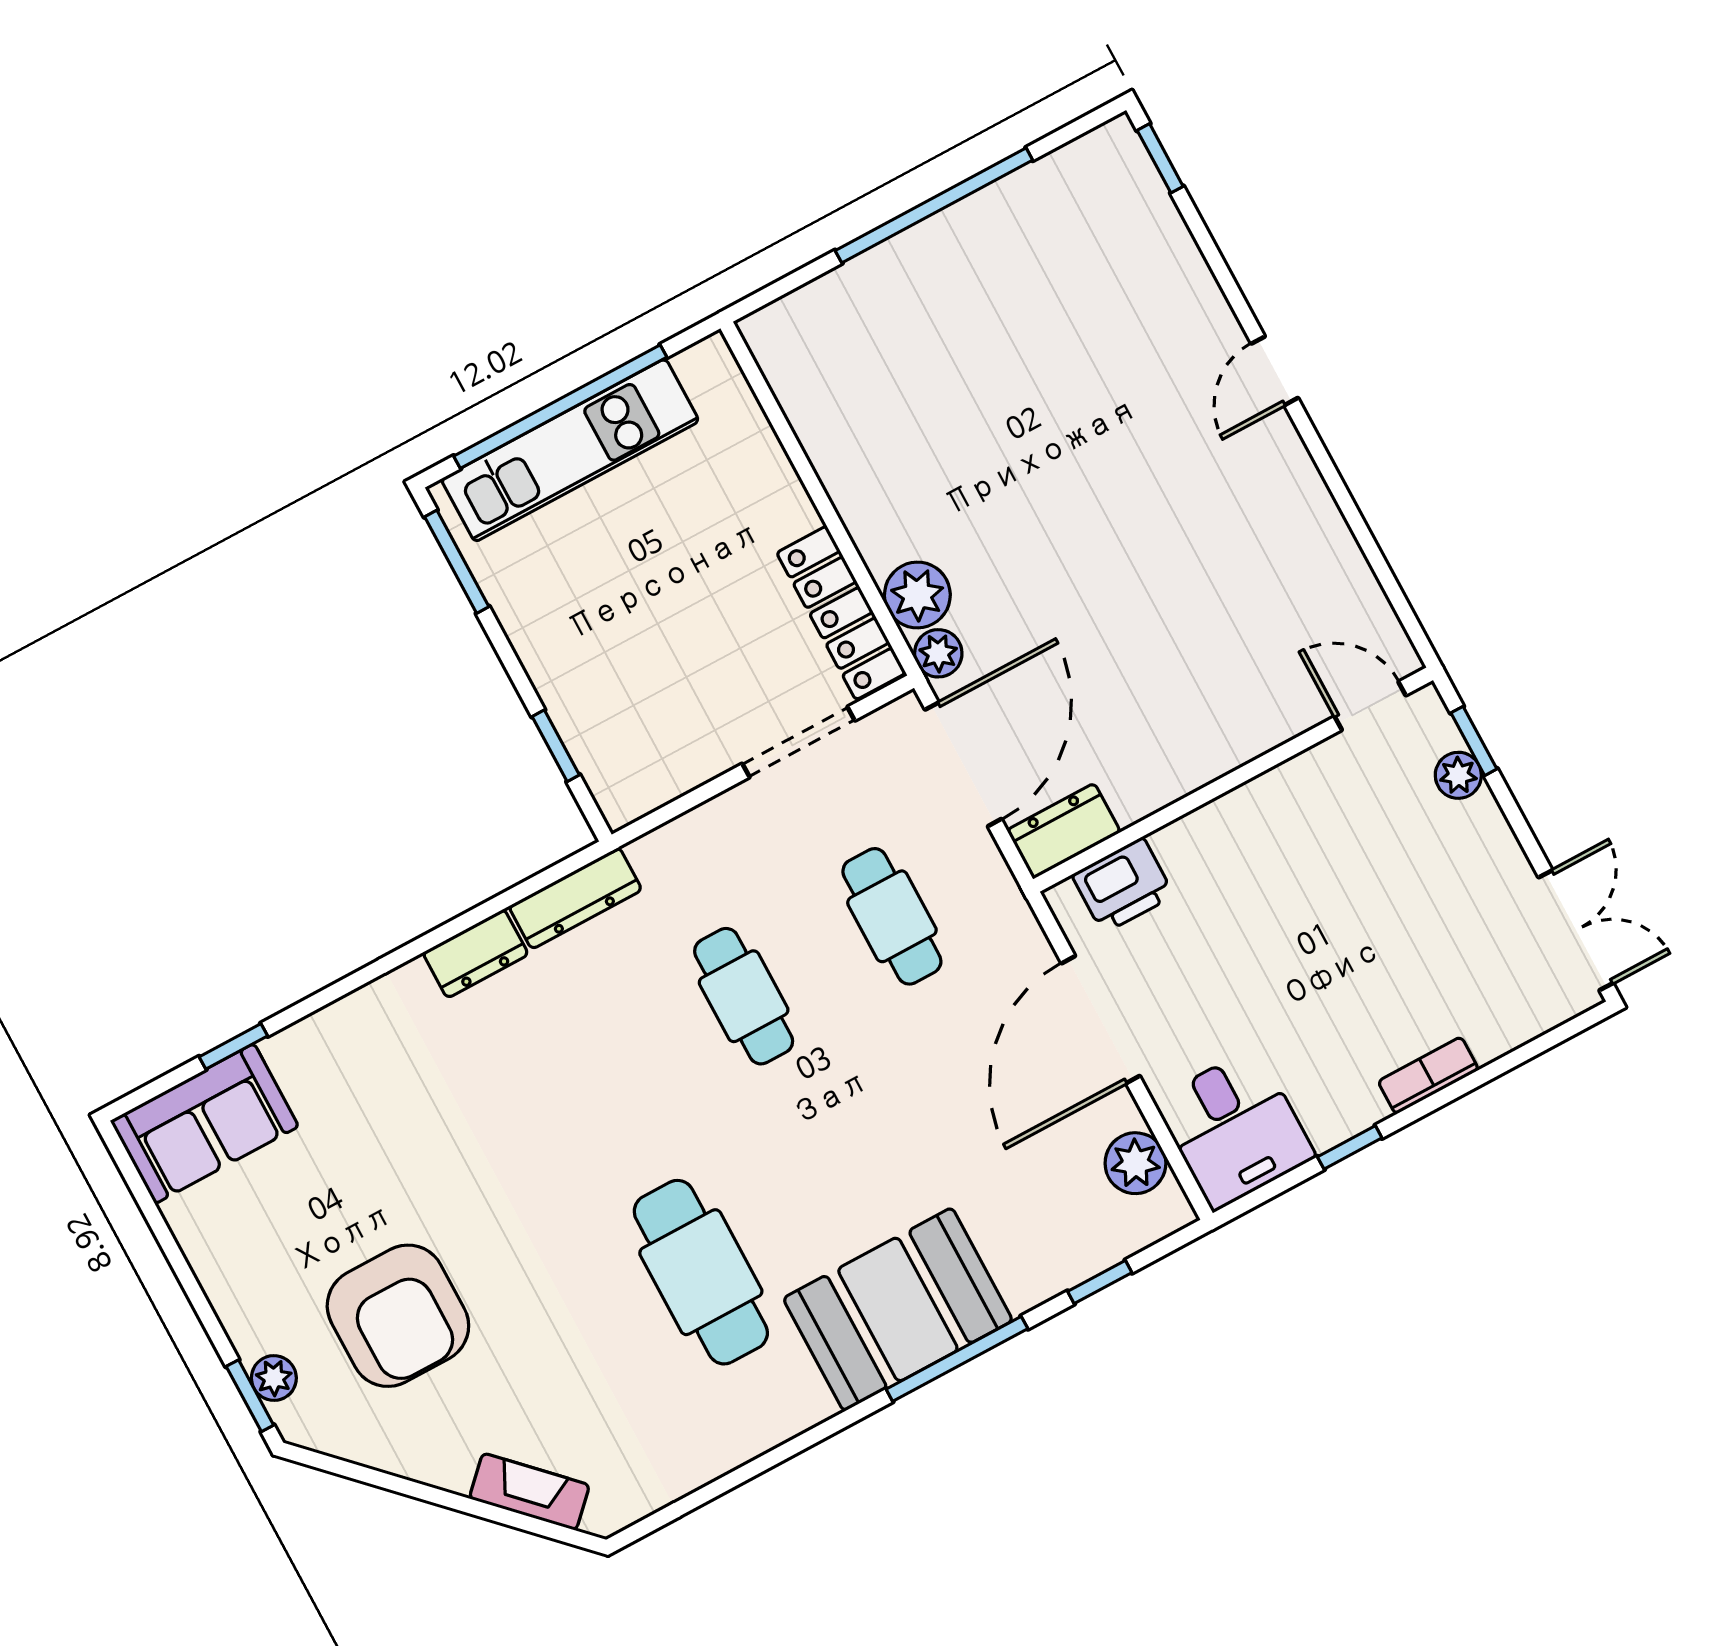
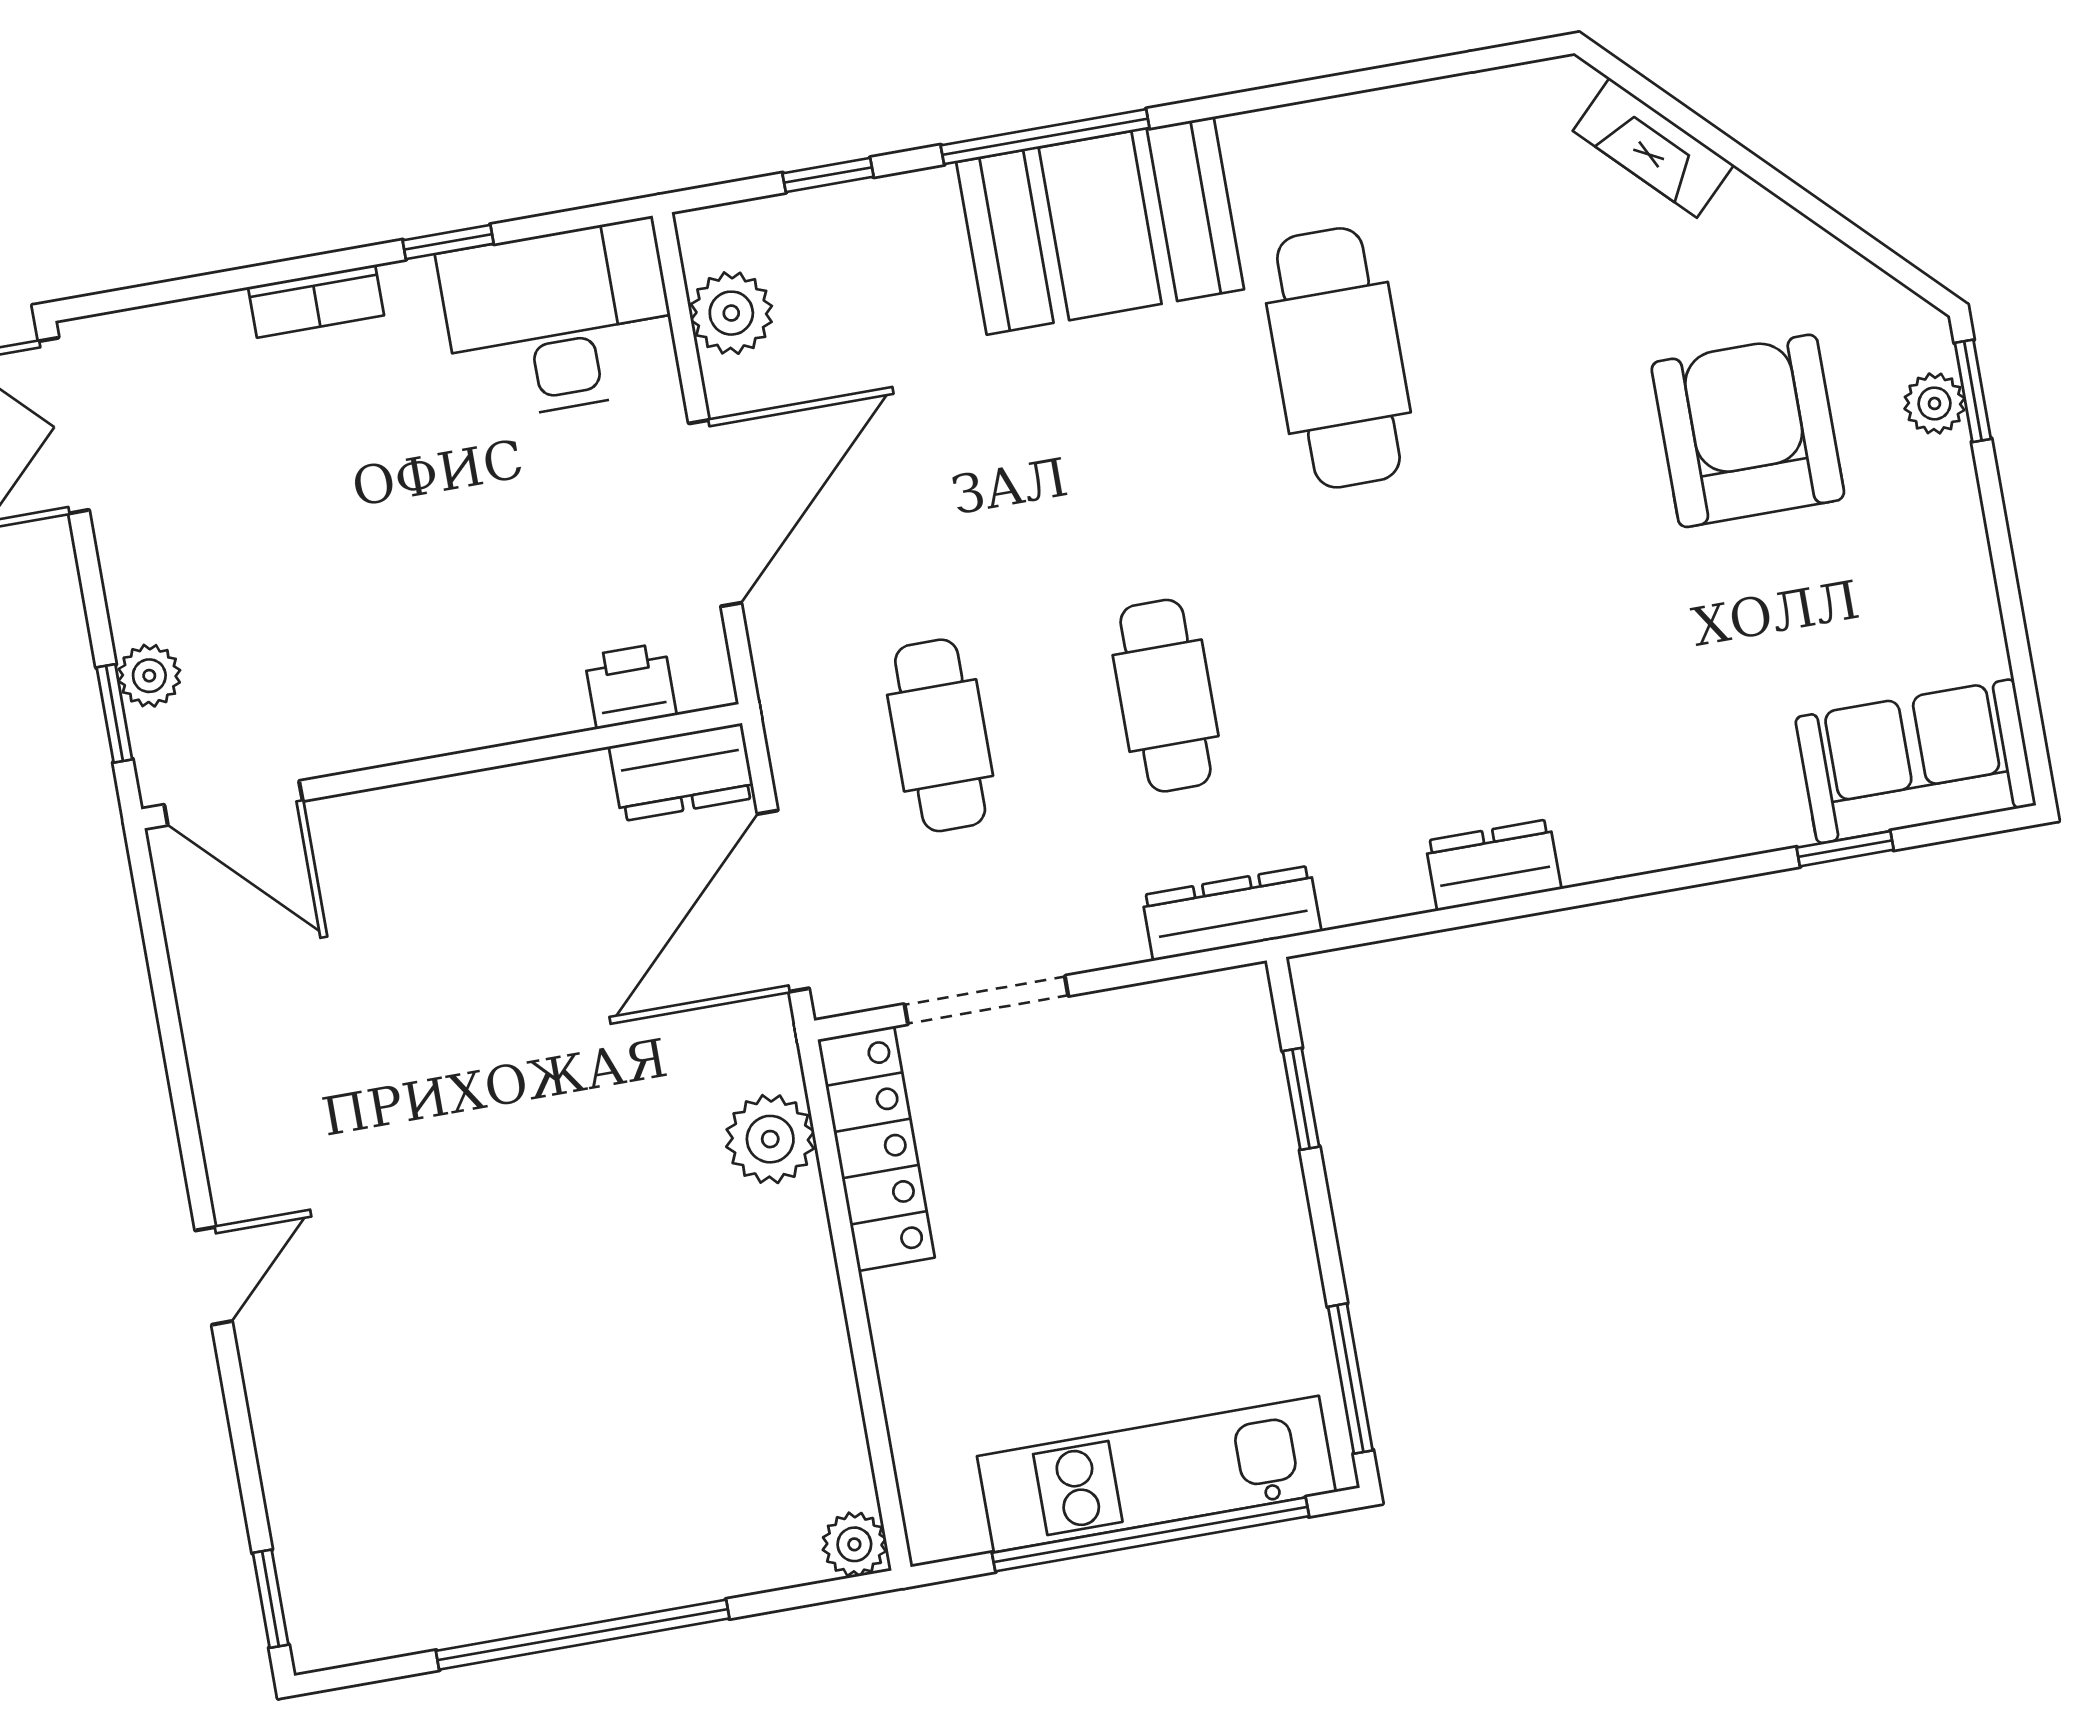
plant: (938, 653) -> (854, 1544), moved
door: (1370, 706) -> (233, 803), width x1.38
printer: (1123, 885) -> (630, 686), width x0.73, depth x0.81
dresser: (575, 898) -> (1231, 913), moved
desk: (1235, 1129) -> (559, 320), width x1.37

